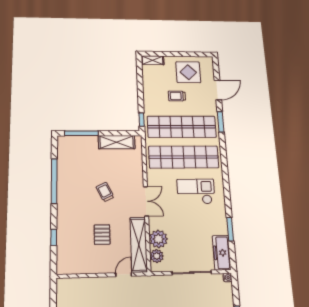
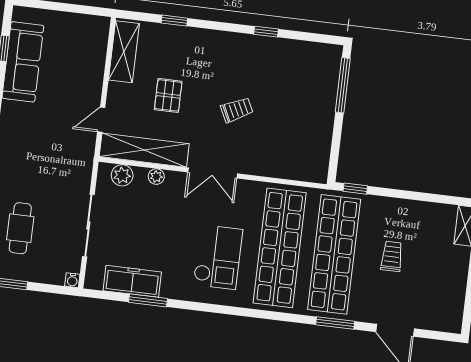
display table: (188, 72) -> (435, 285), removed
shelving: (117, 142) -> (124, 52), moved
window: (54, 181) -> (266, 32), width x0.32
pallet: (102, 235) -> (168, 95), turned 90
plant: (158, 239) -> (156, 177), width x0.53, depth x0.53
freezer: (222, 253) -> (132, 281), moved
door: (124, 274) -> (101, 120), swing flipped

